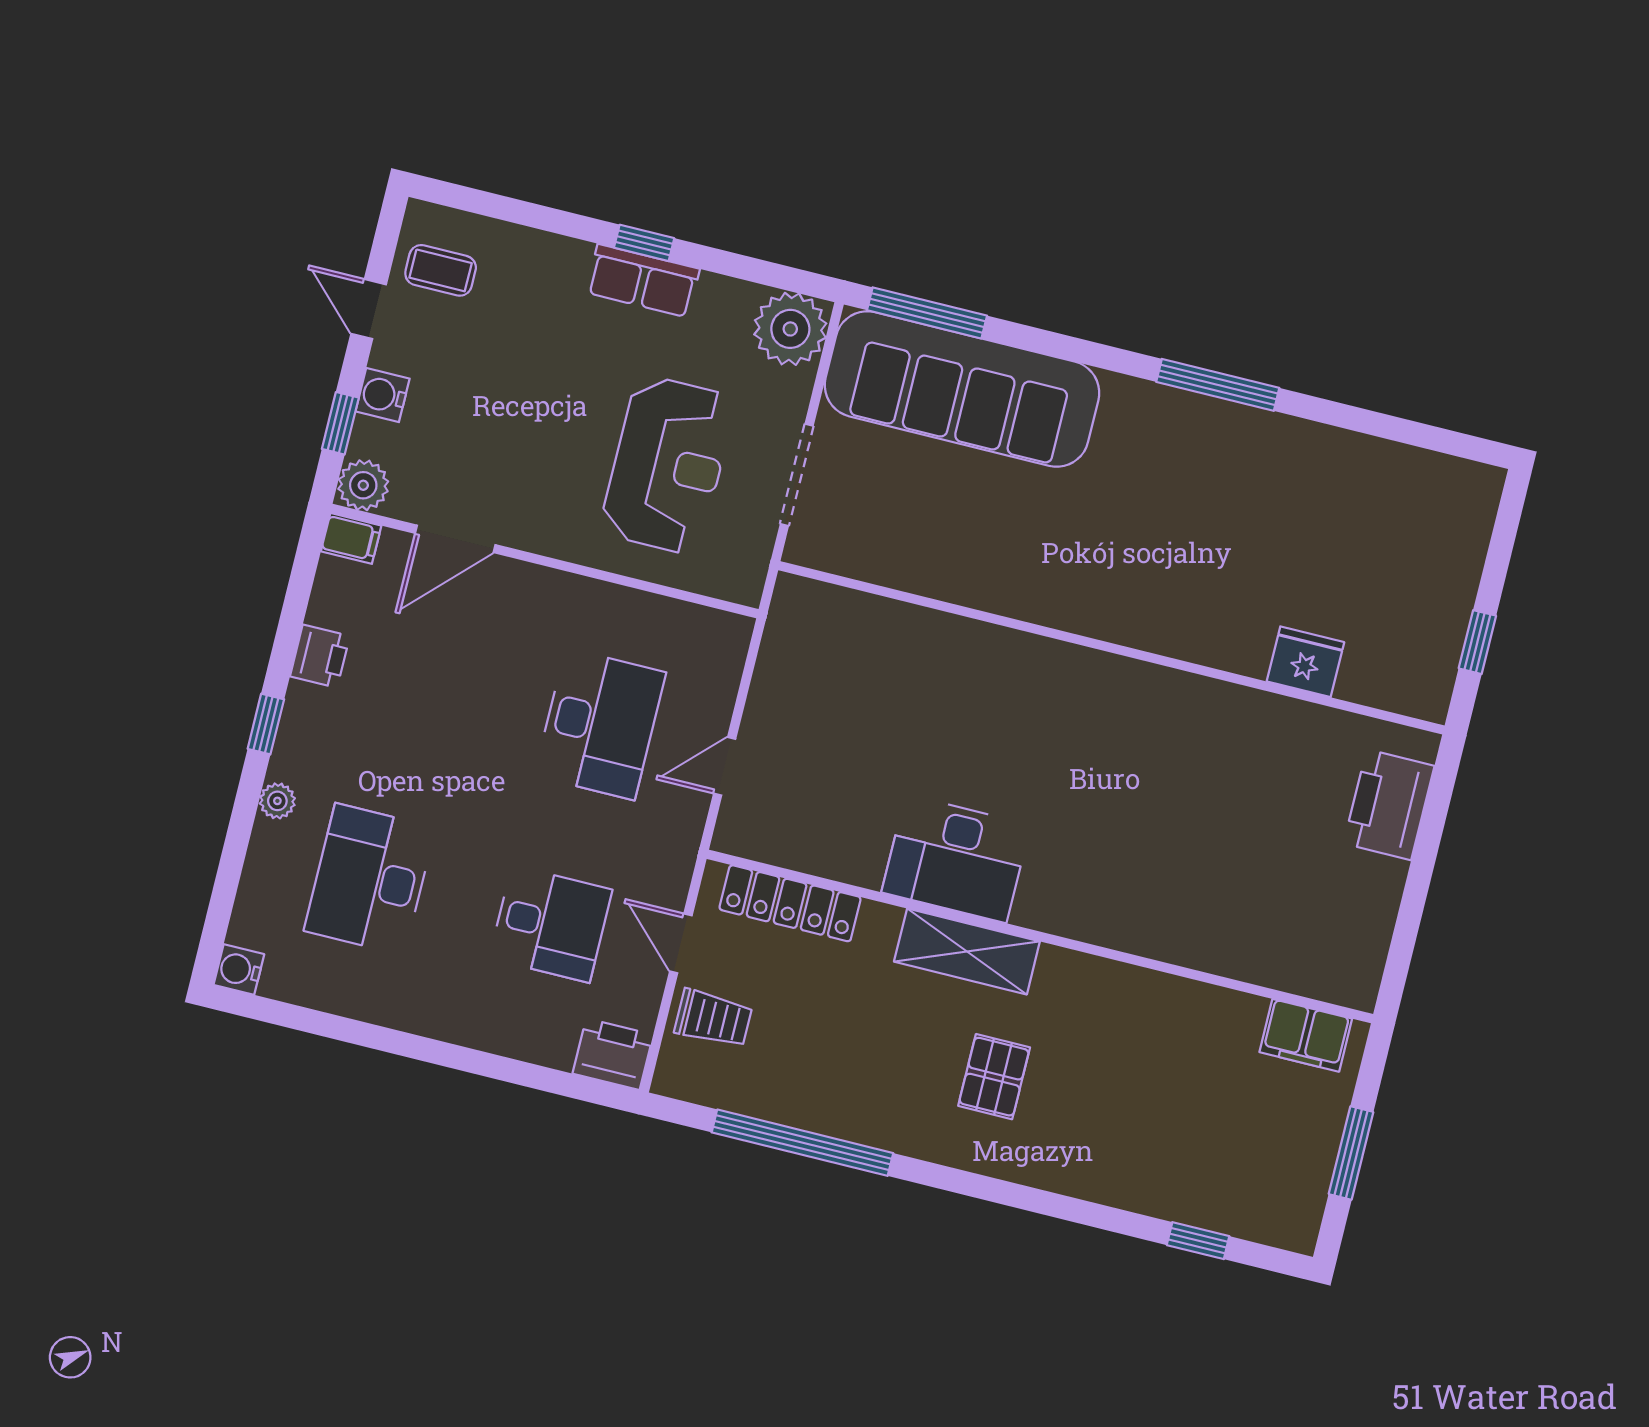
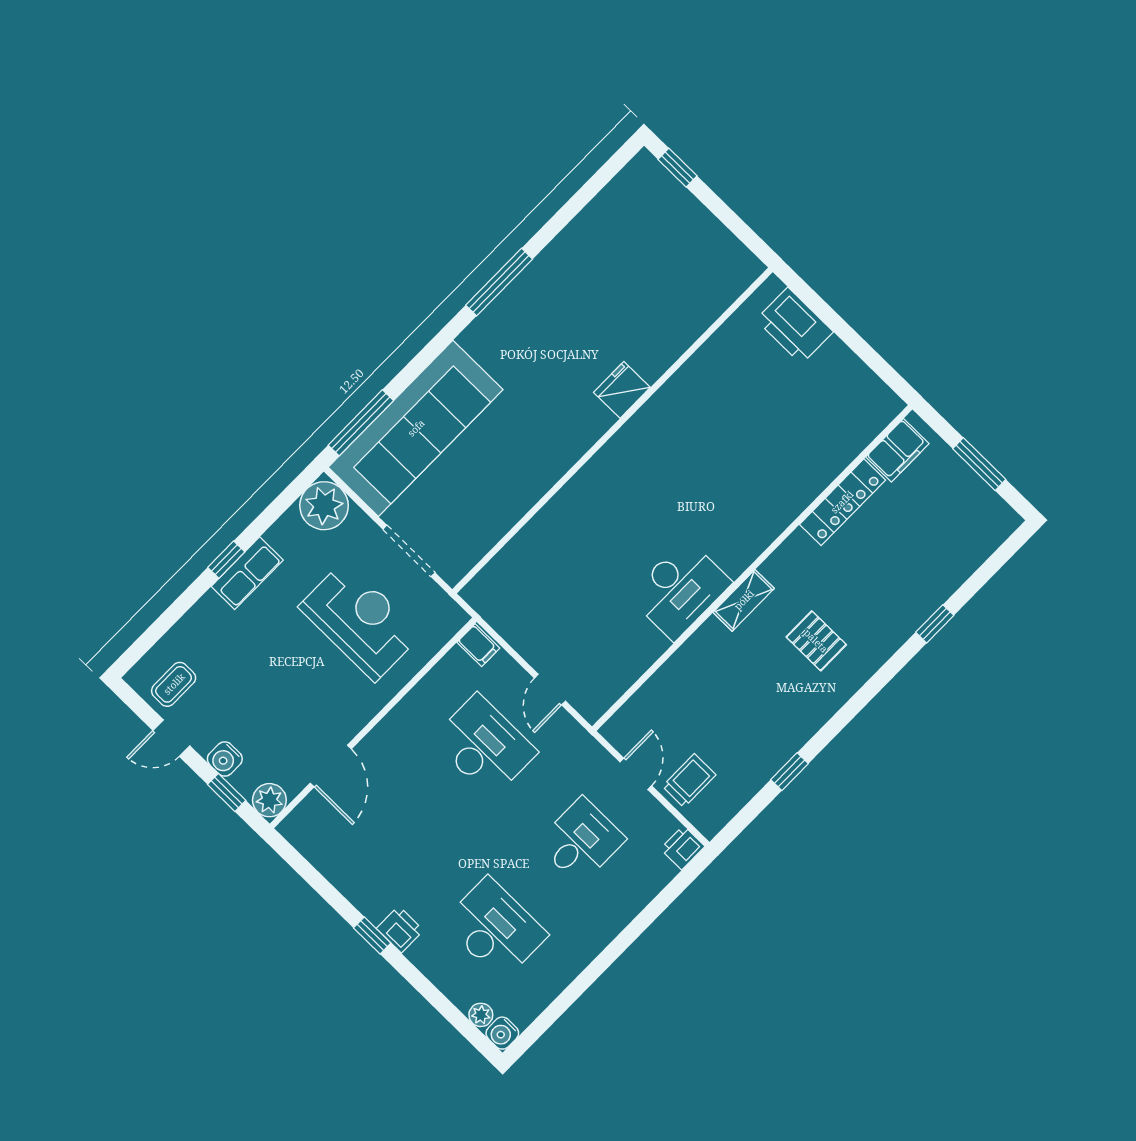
filing cabinet: (351, 538) -> (478, 645), moved, turned 90
window: (1477, 642) -> (678, 168), moved
printer: (320, 656) -> (400, 929), moved
fridge: (1305, 662) -> (622, 390), moved
plant: (277, 801) -> (481, 1015), moved
desk: (370, 879) -> (495, 929), turned 180
locker: (790, 903) -> (842, 502), moved
door: (681, 943) -> (636, 774), swing flipped
shelving: (967, 952) -> (744, 600), width x0.67, depth x0.75
printer: (613, 1054) -> (683, 848), width x0.73, depth x0.81
window: (802, 1143) -> (789, 772), width x0.32
window: (1198, 1241) -> (935, 624), moved

